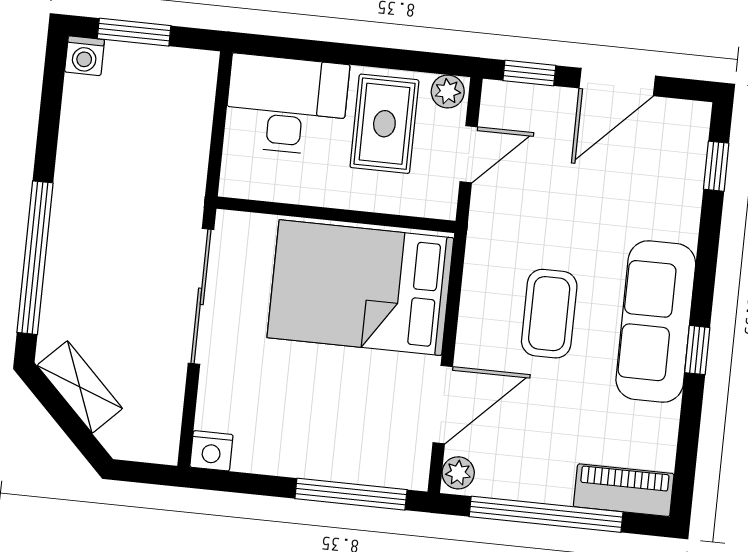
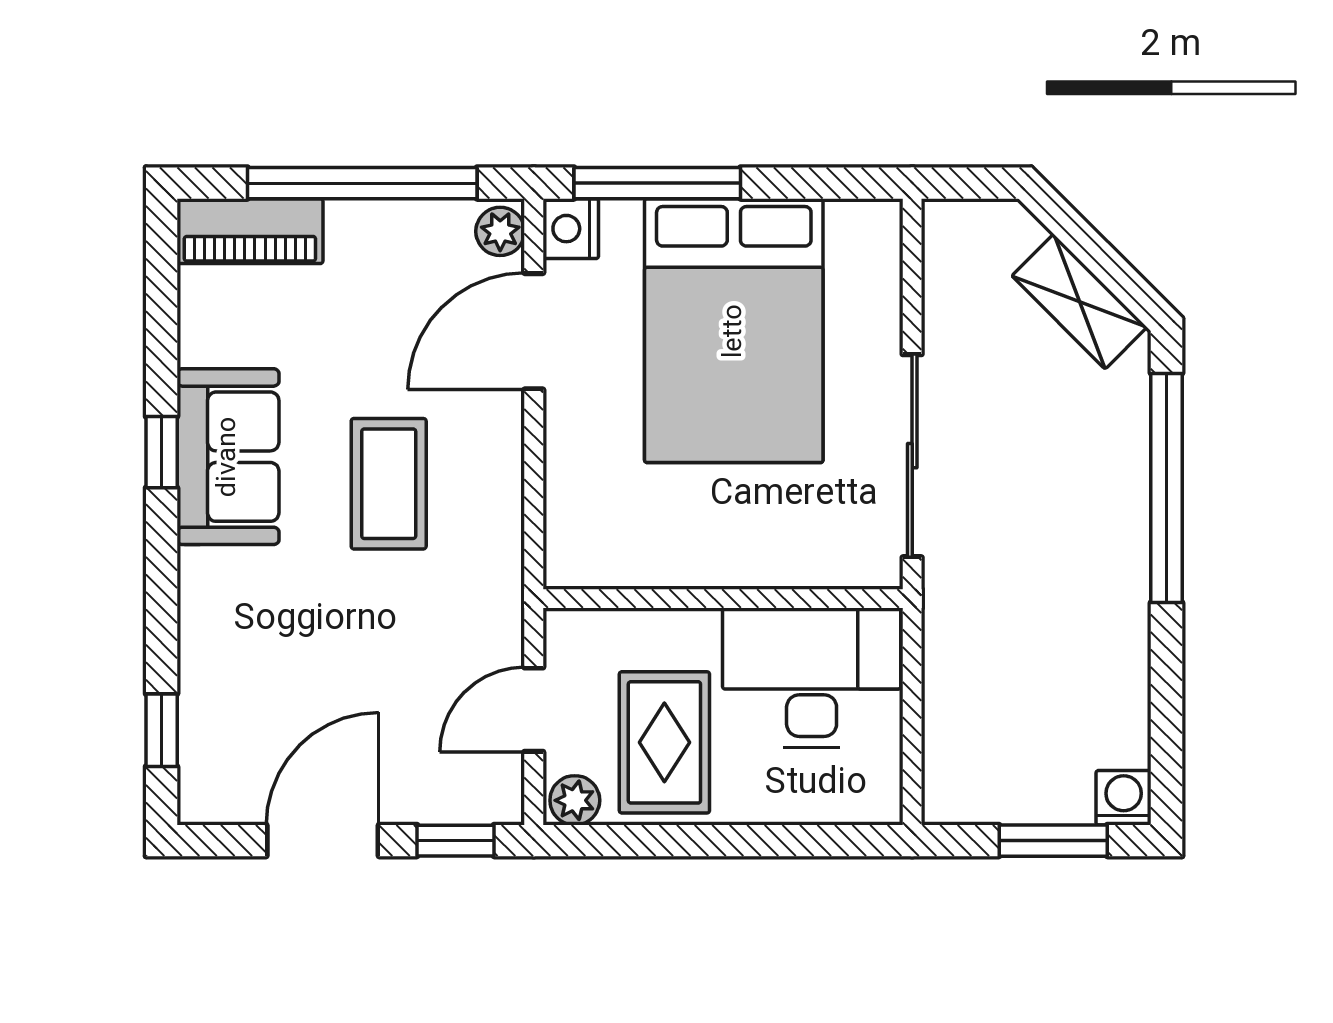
desk: (286, 105) -> (812, 678), moved, turned 180
bed: (360, 288) -> (734, 331), moved, turned 90
sofa: (656, 321) -> (228, 457), width x0.73
nightstand: (211, 451) -> (571, 229), moved, turned -90

